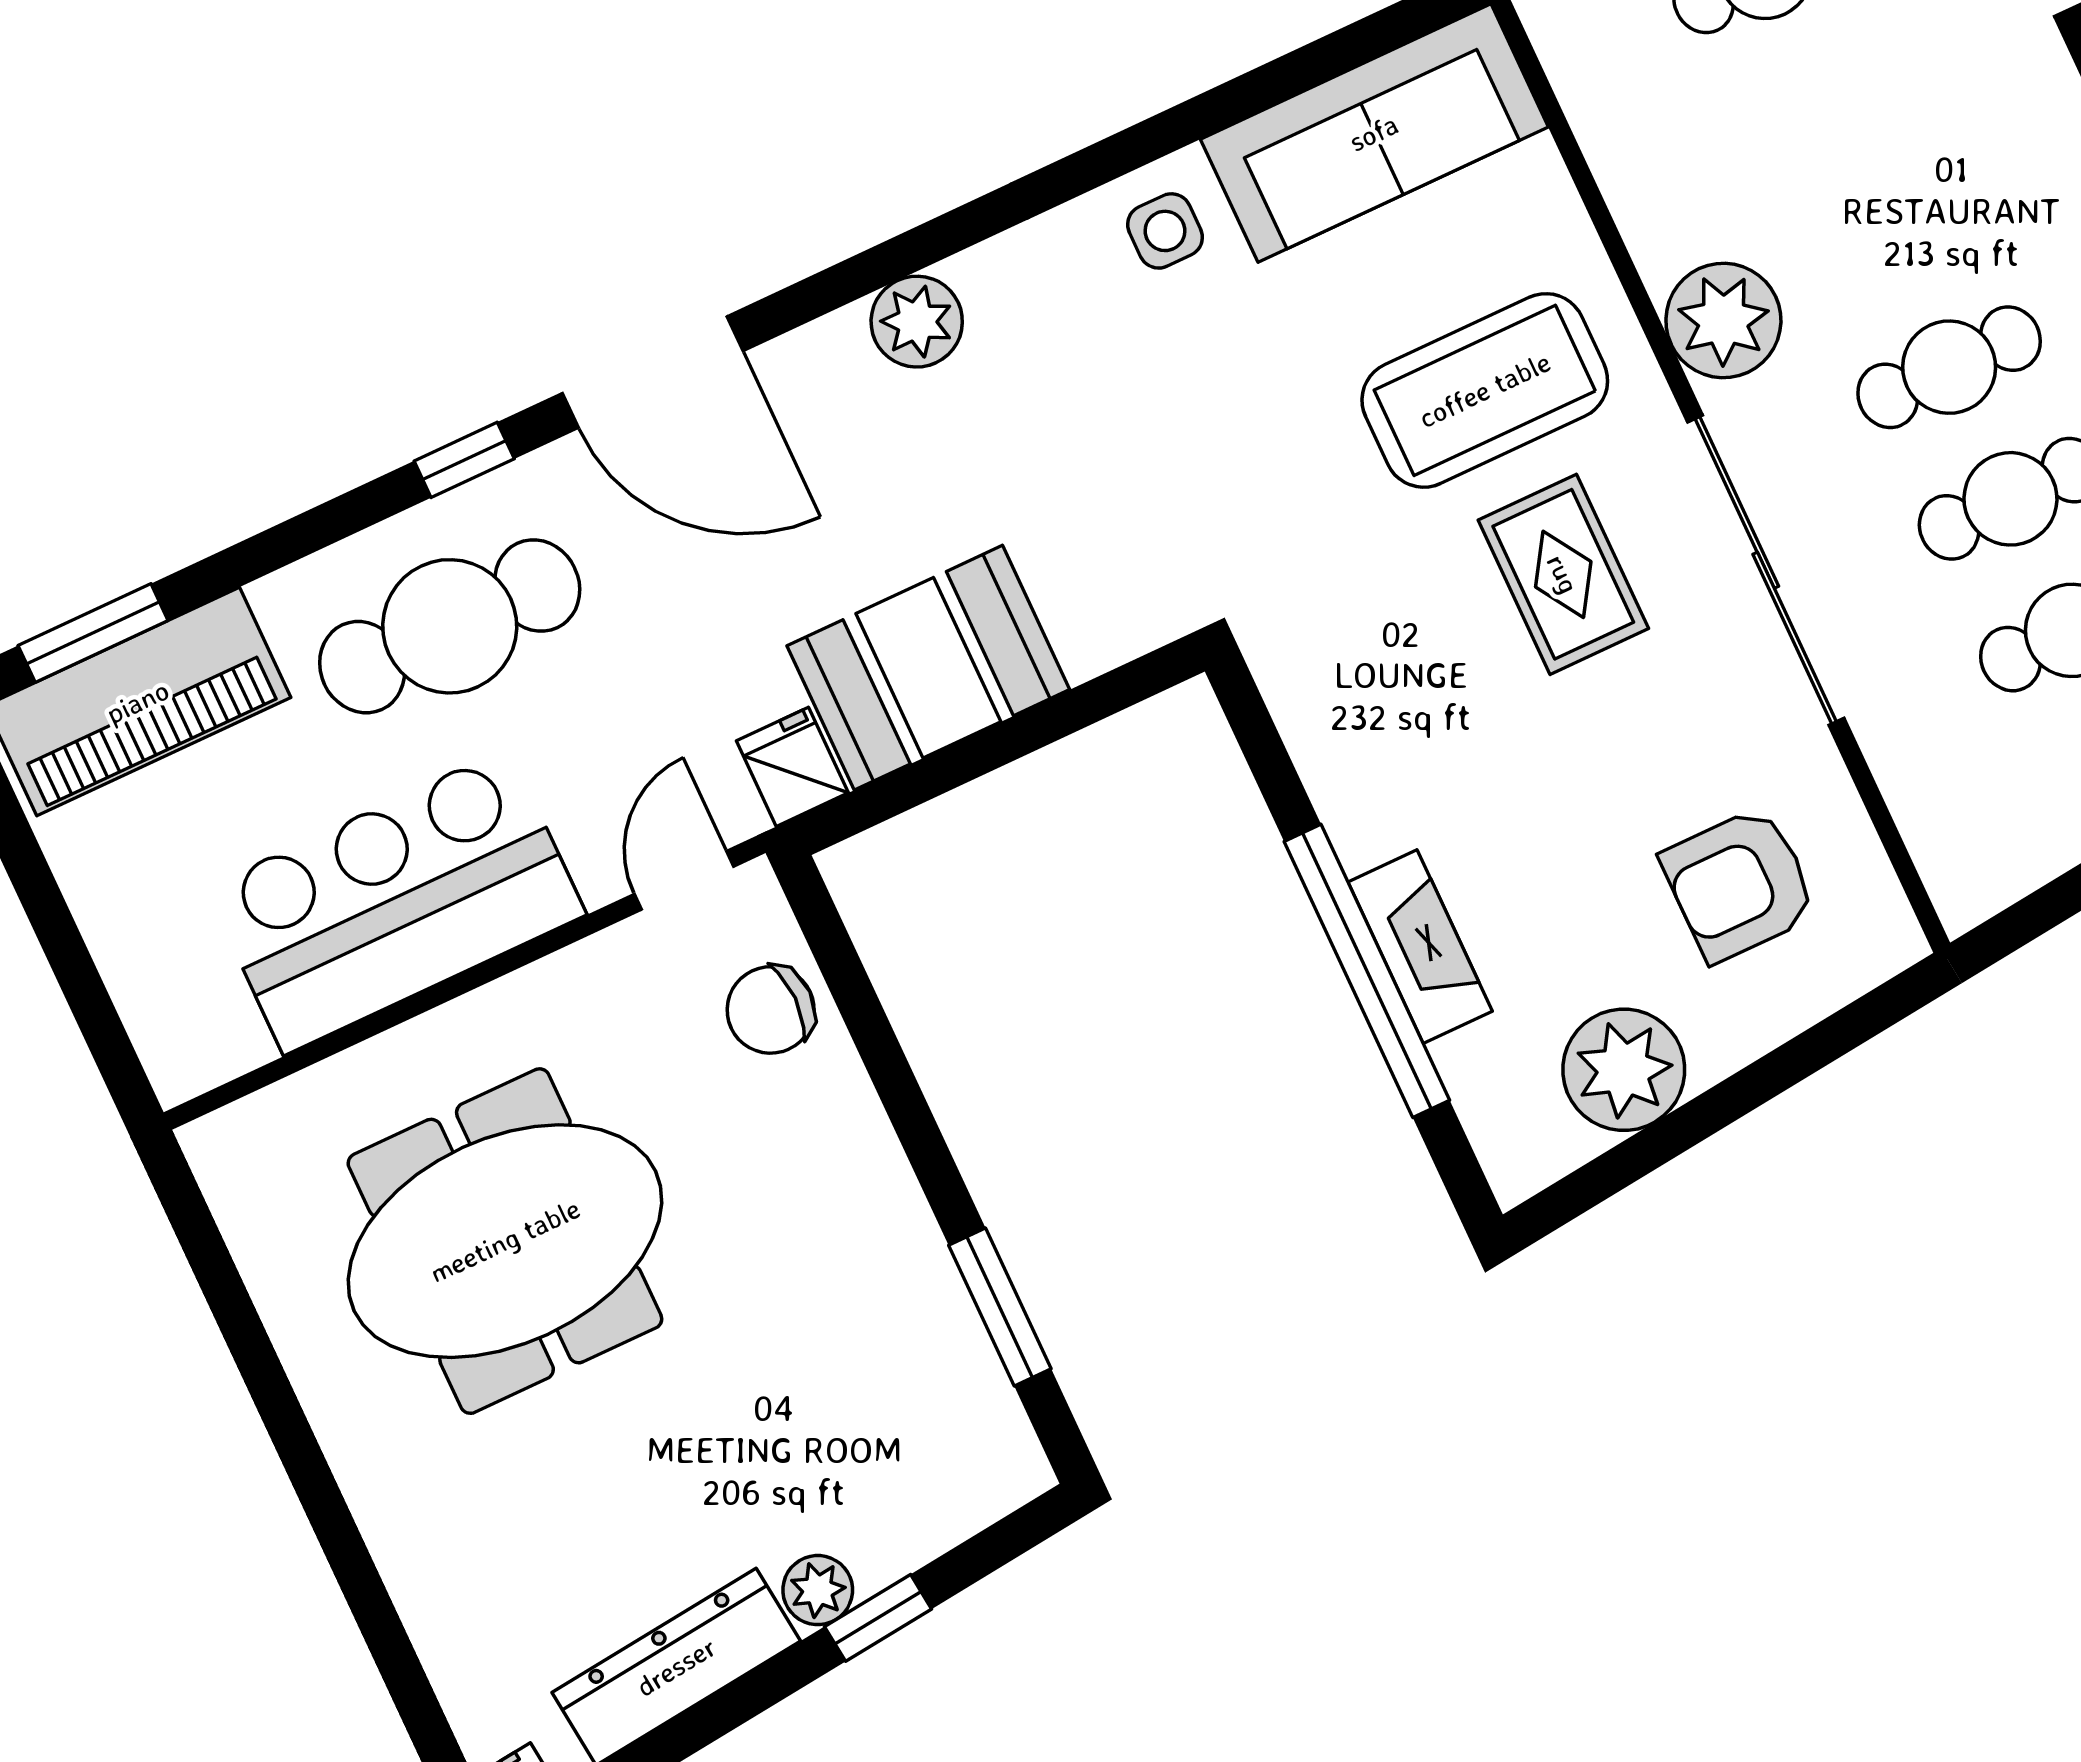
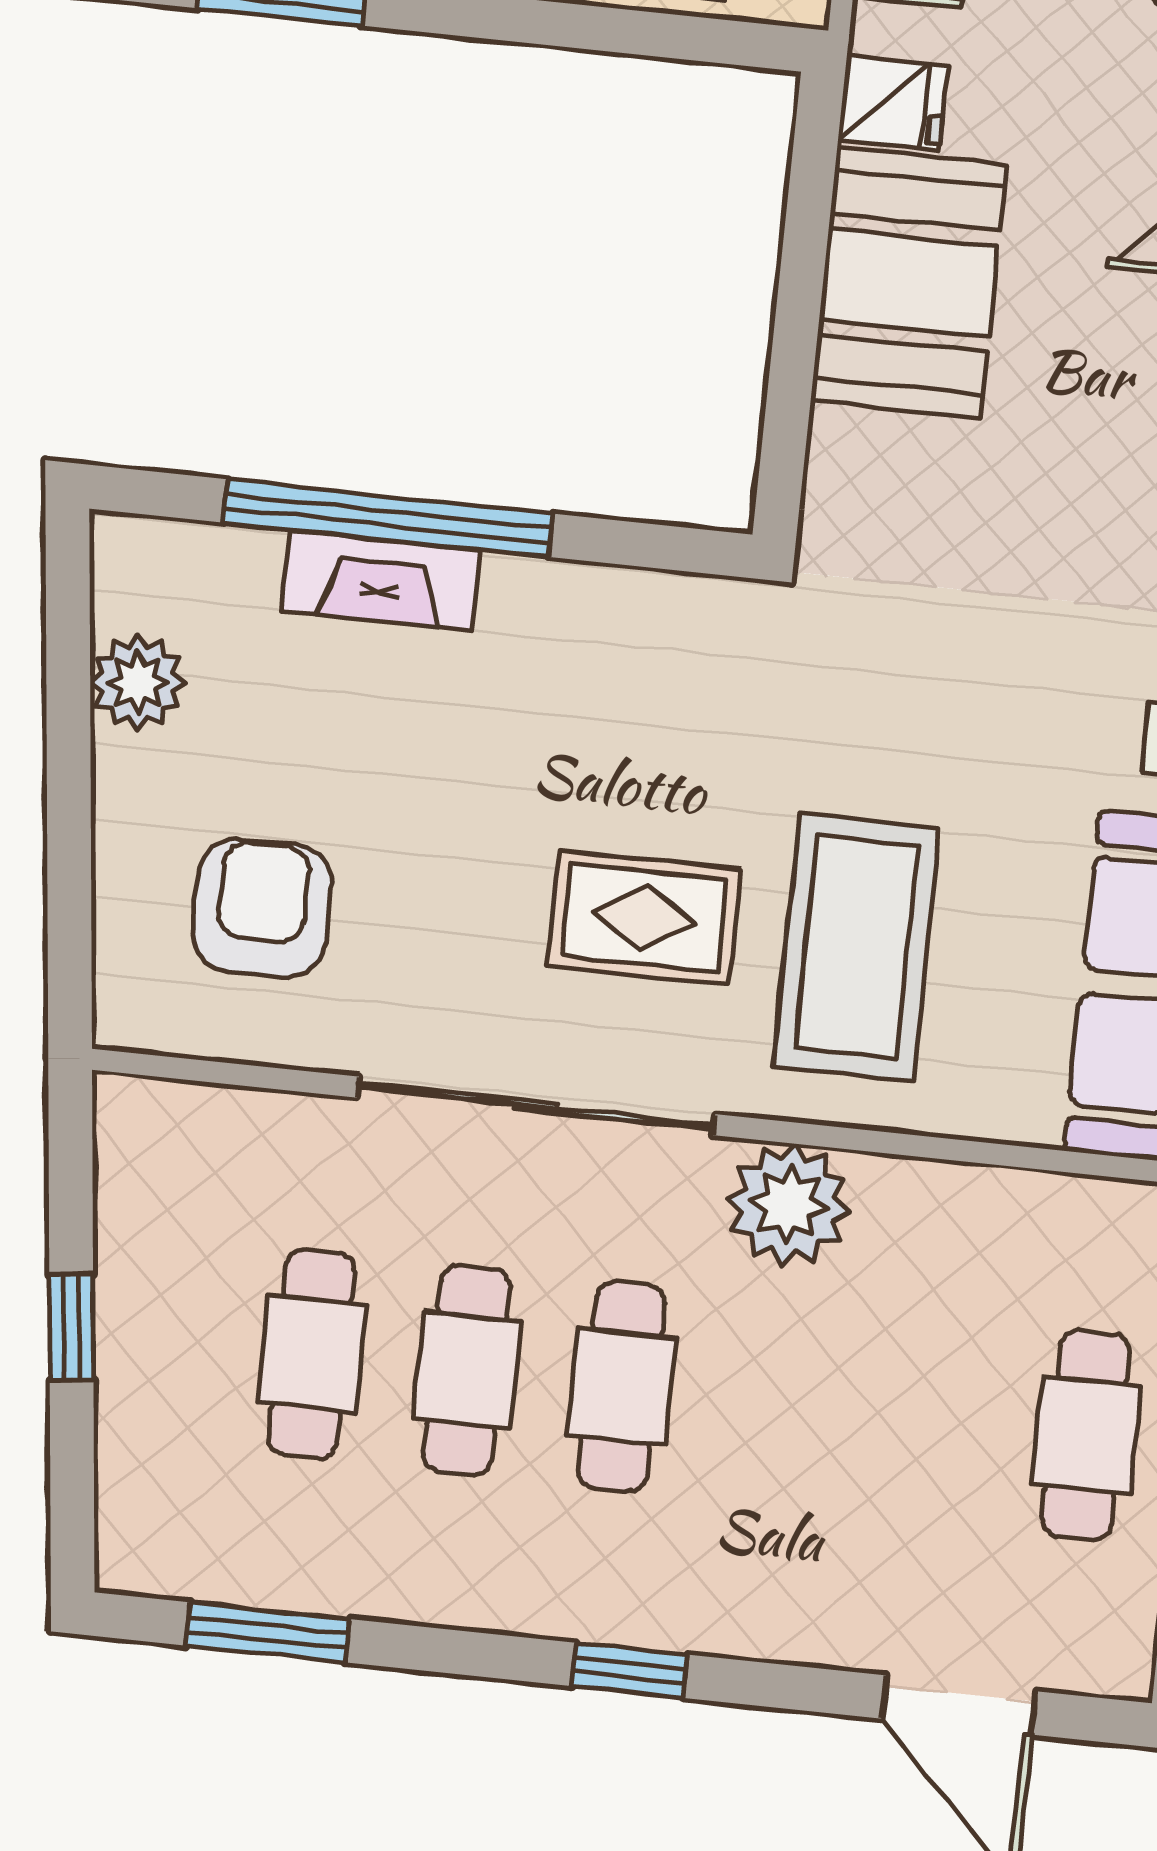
plant: (1624, 1070) -> (138, 682), width x0.73, depth x0.73

